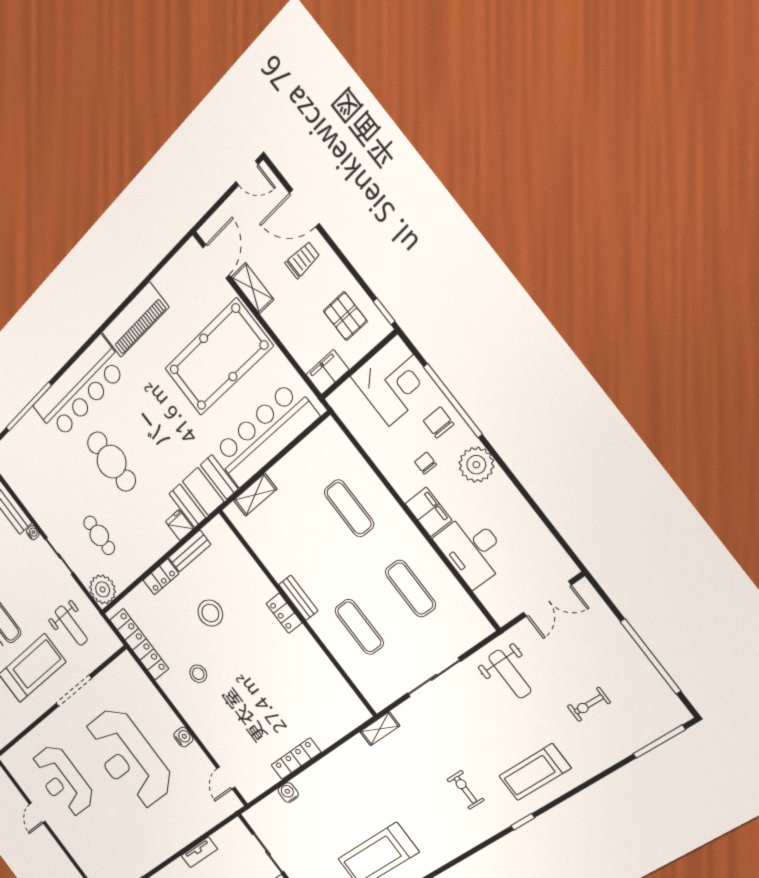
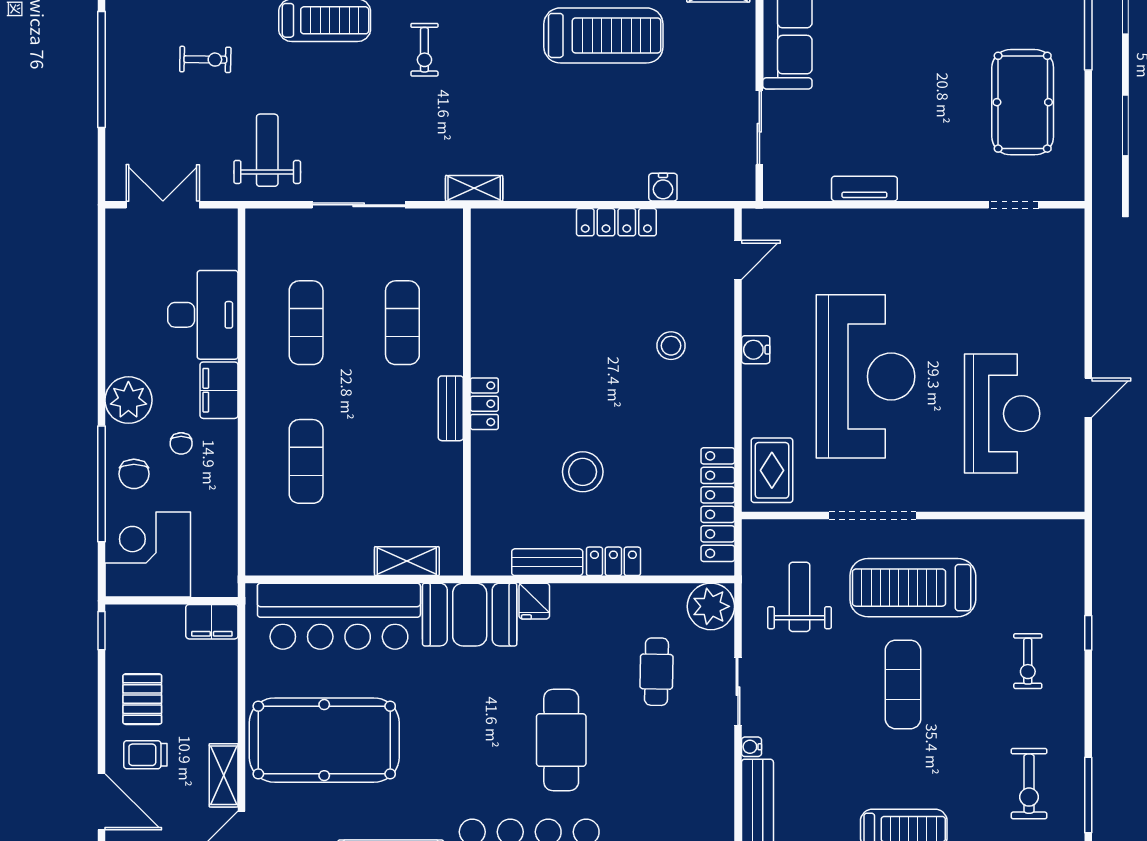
pallet: (345, 316) -> (142, 699), moved
stool: (198, 674) -> (671, 346), moved
rug: (130, 681) -> (772, 470), added

